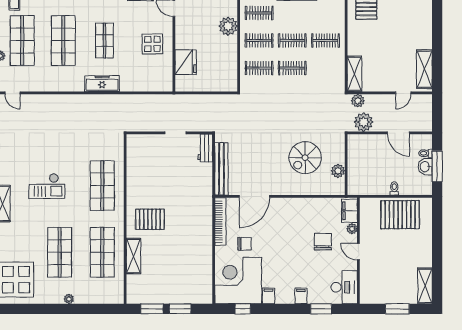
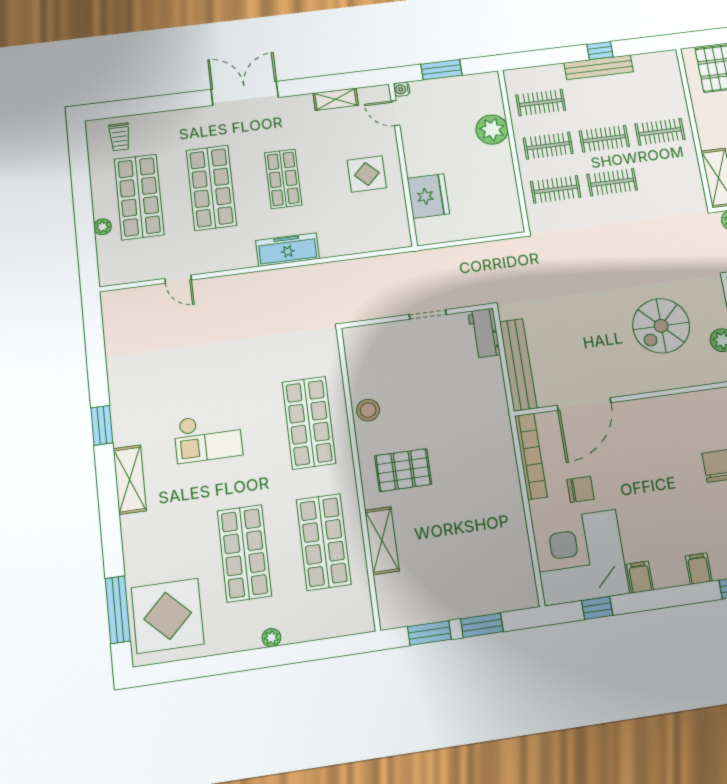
door: (12, 93) -> (178, 279), moved
stool: (135, 183) -> (368, 410), added

